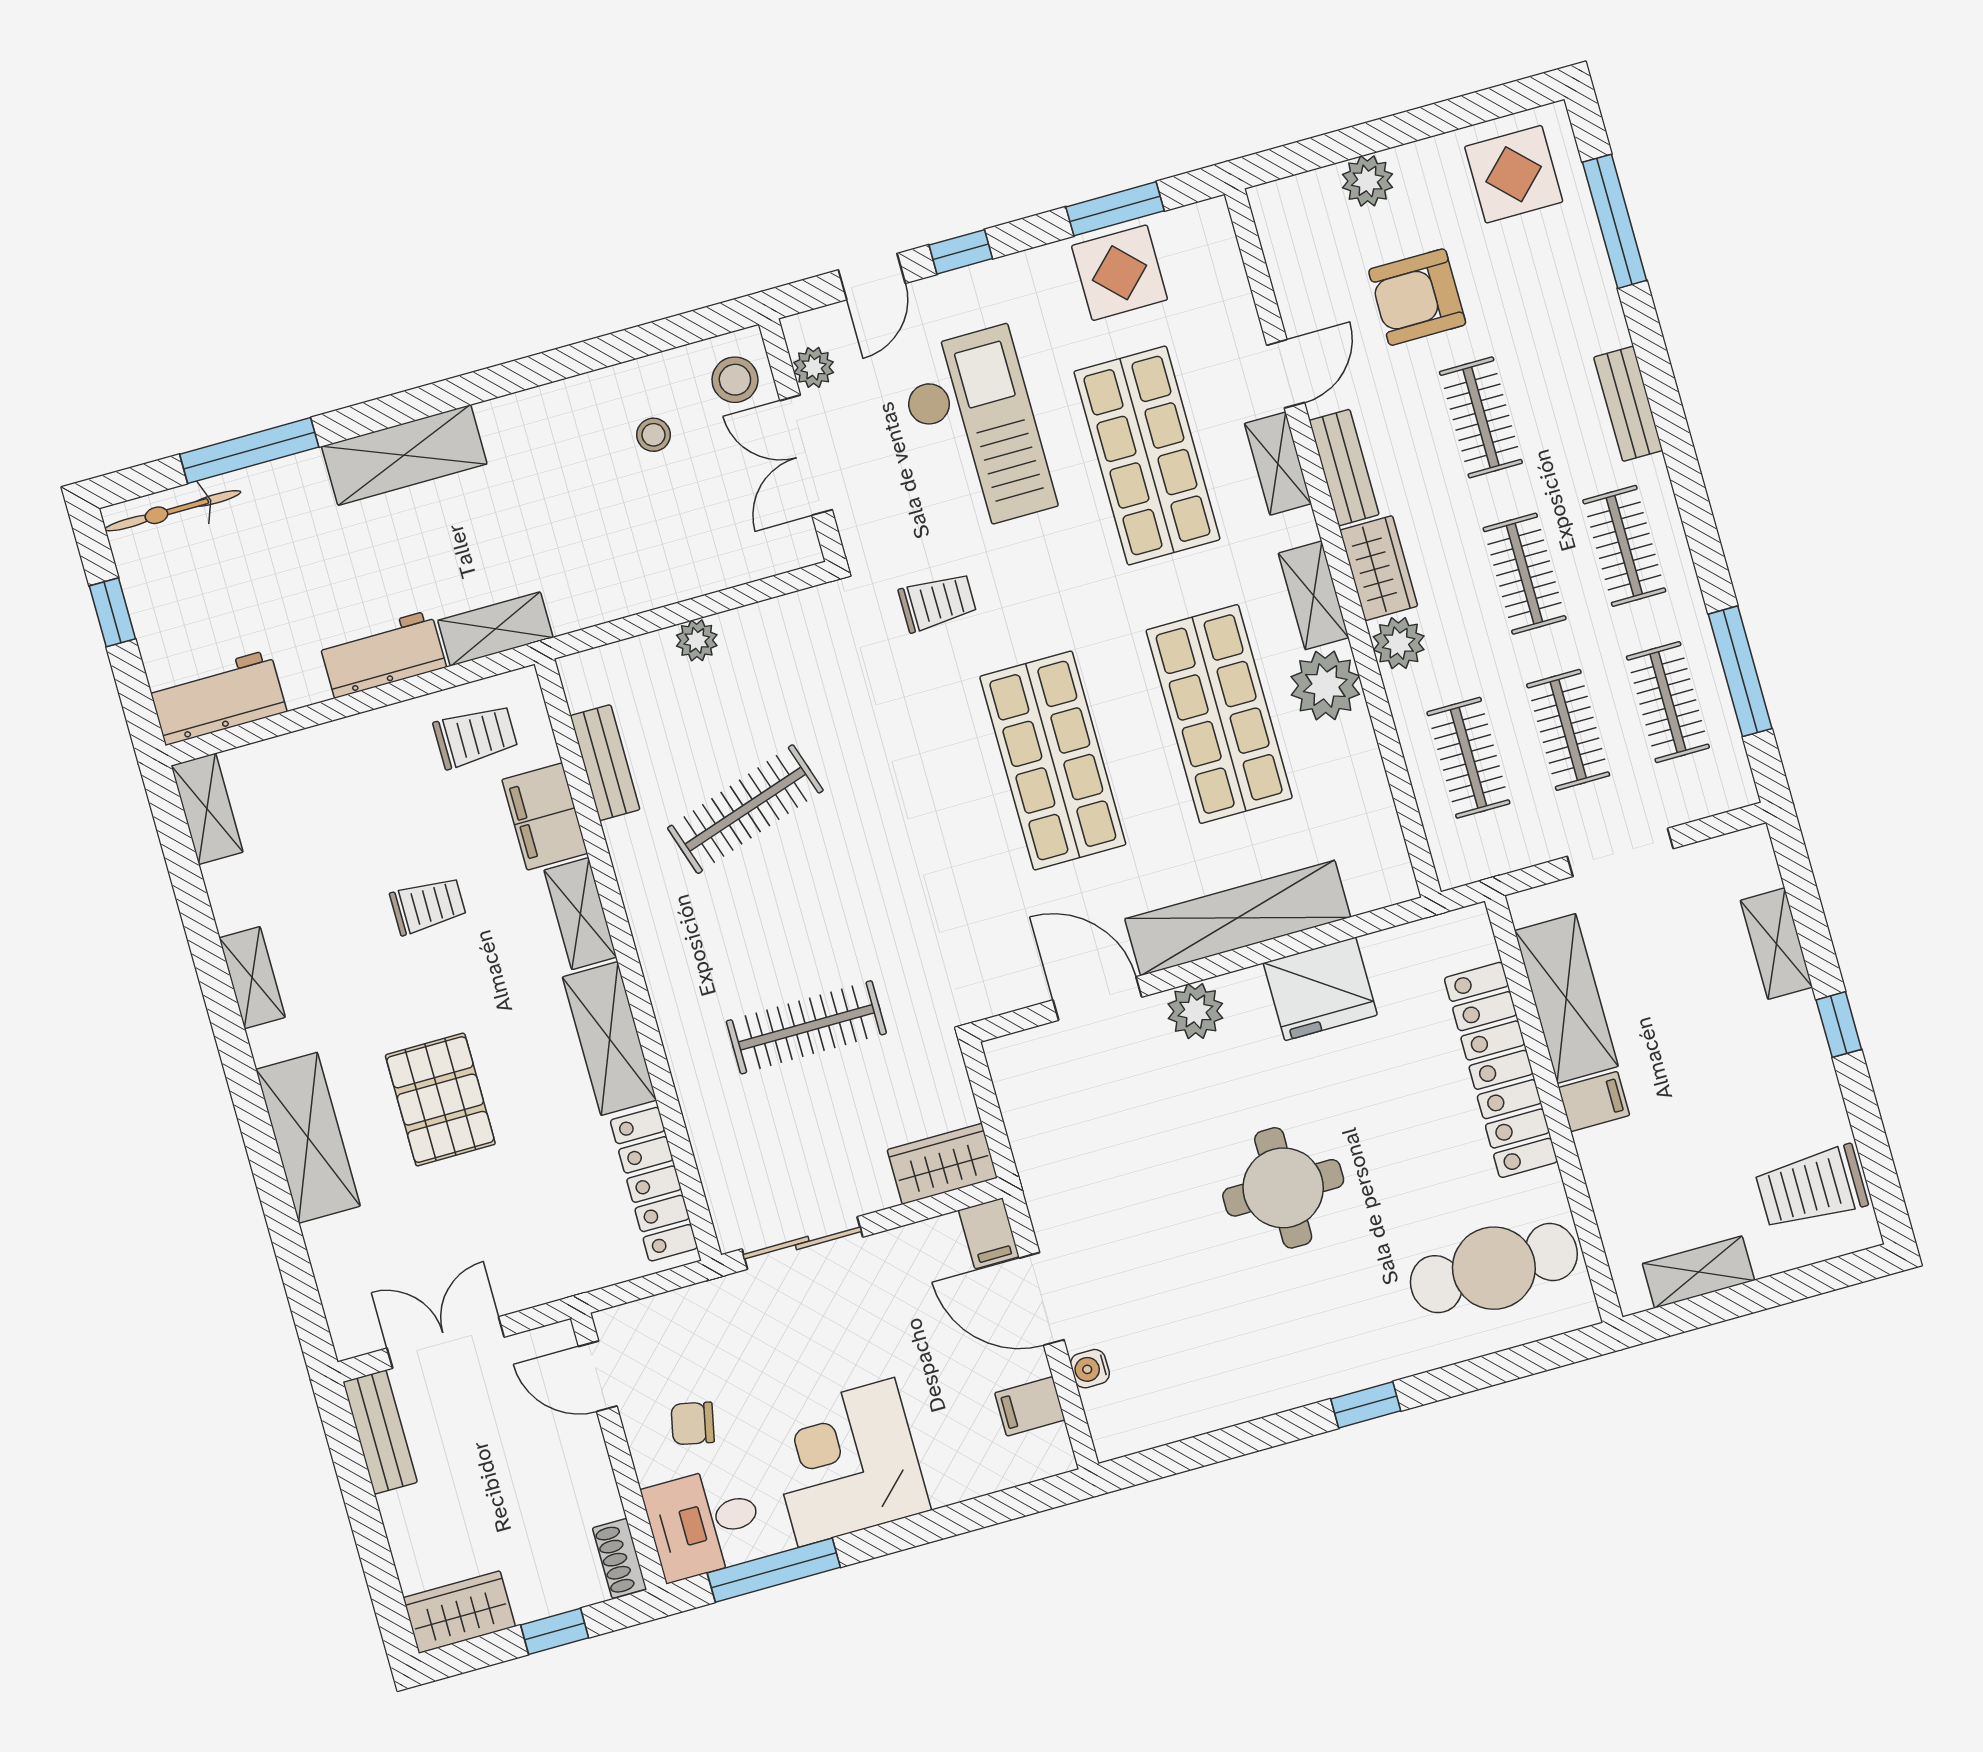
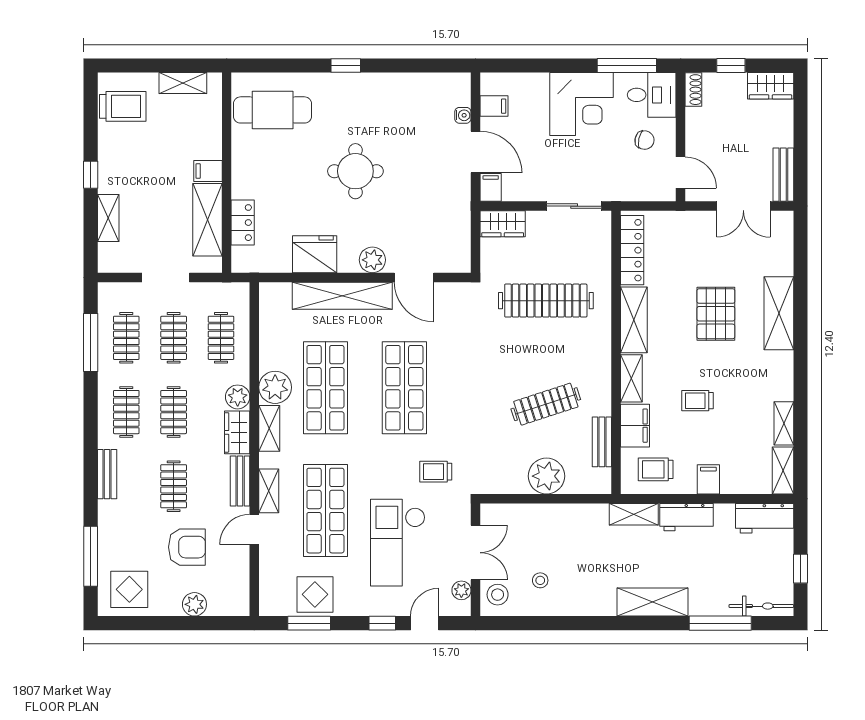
plant: (697, 640) -> (546, 476), width x1.88, depth x1.88
filing cabinet: (359, 746) -> (708, 479), added
shelving: (252, 978) -> (784, 423), moved
clothes rail: (806, 1027) -> (546, 301), width x1.37, depth x1.31
locker: (1501, 1070) -> (243, 223), width x0.46, depth x0.83

